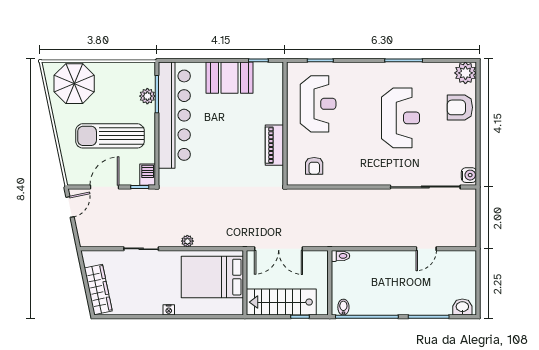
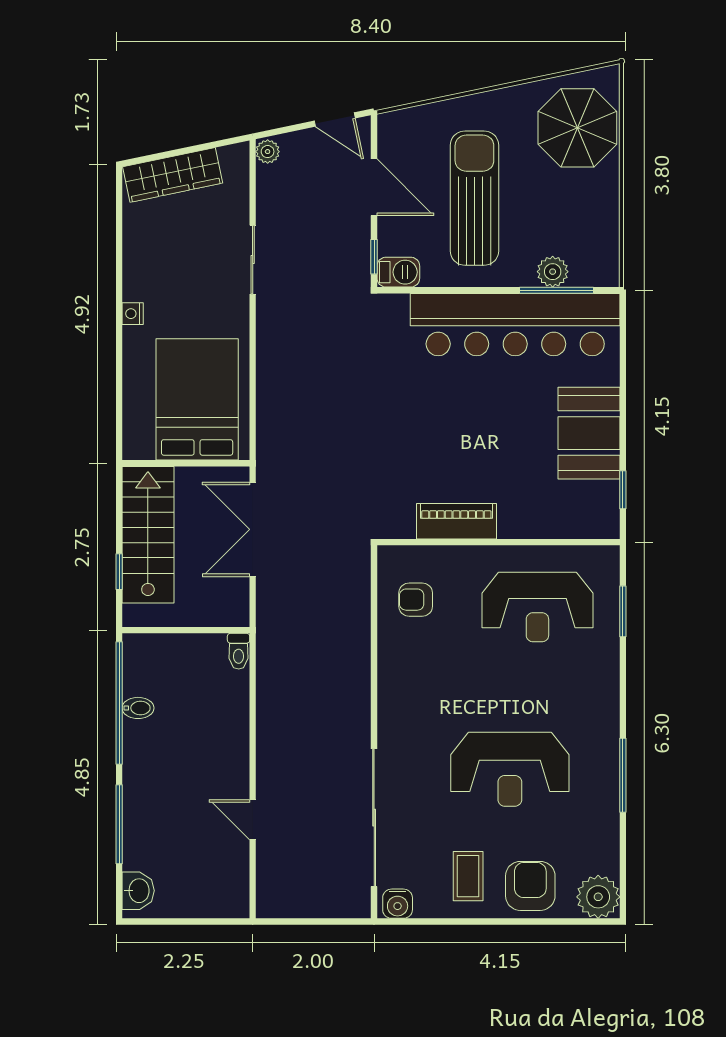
coffee table: (455, 139) -> (468, 876), added
plant: (187, 241) -> (268, 152), moved
bidet: (343, 307) -> (138, 708), moved

